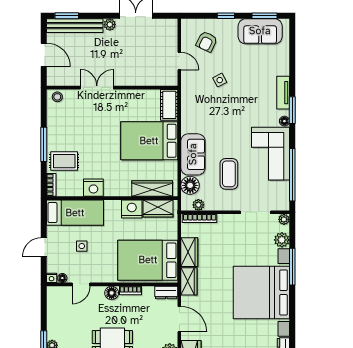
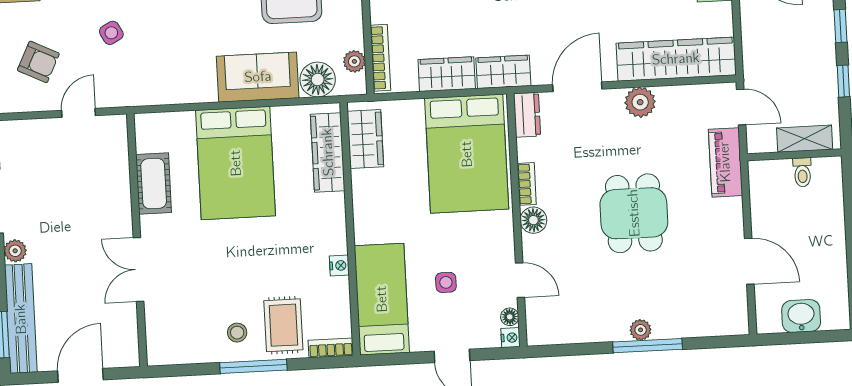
stool: (57, 97) -> (237, 333), moved
cot: (169, 105) -> (154, 184), moved, turned 90
nightstand: (93, 188) -> (339, 266), width x0.53, depth x0.56
nightstand: (132, 209) -> (369, 190), removed

